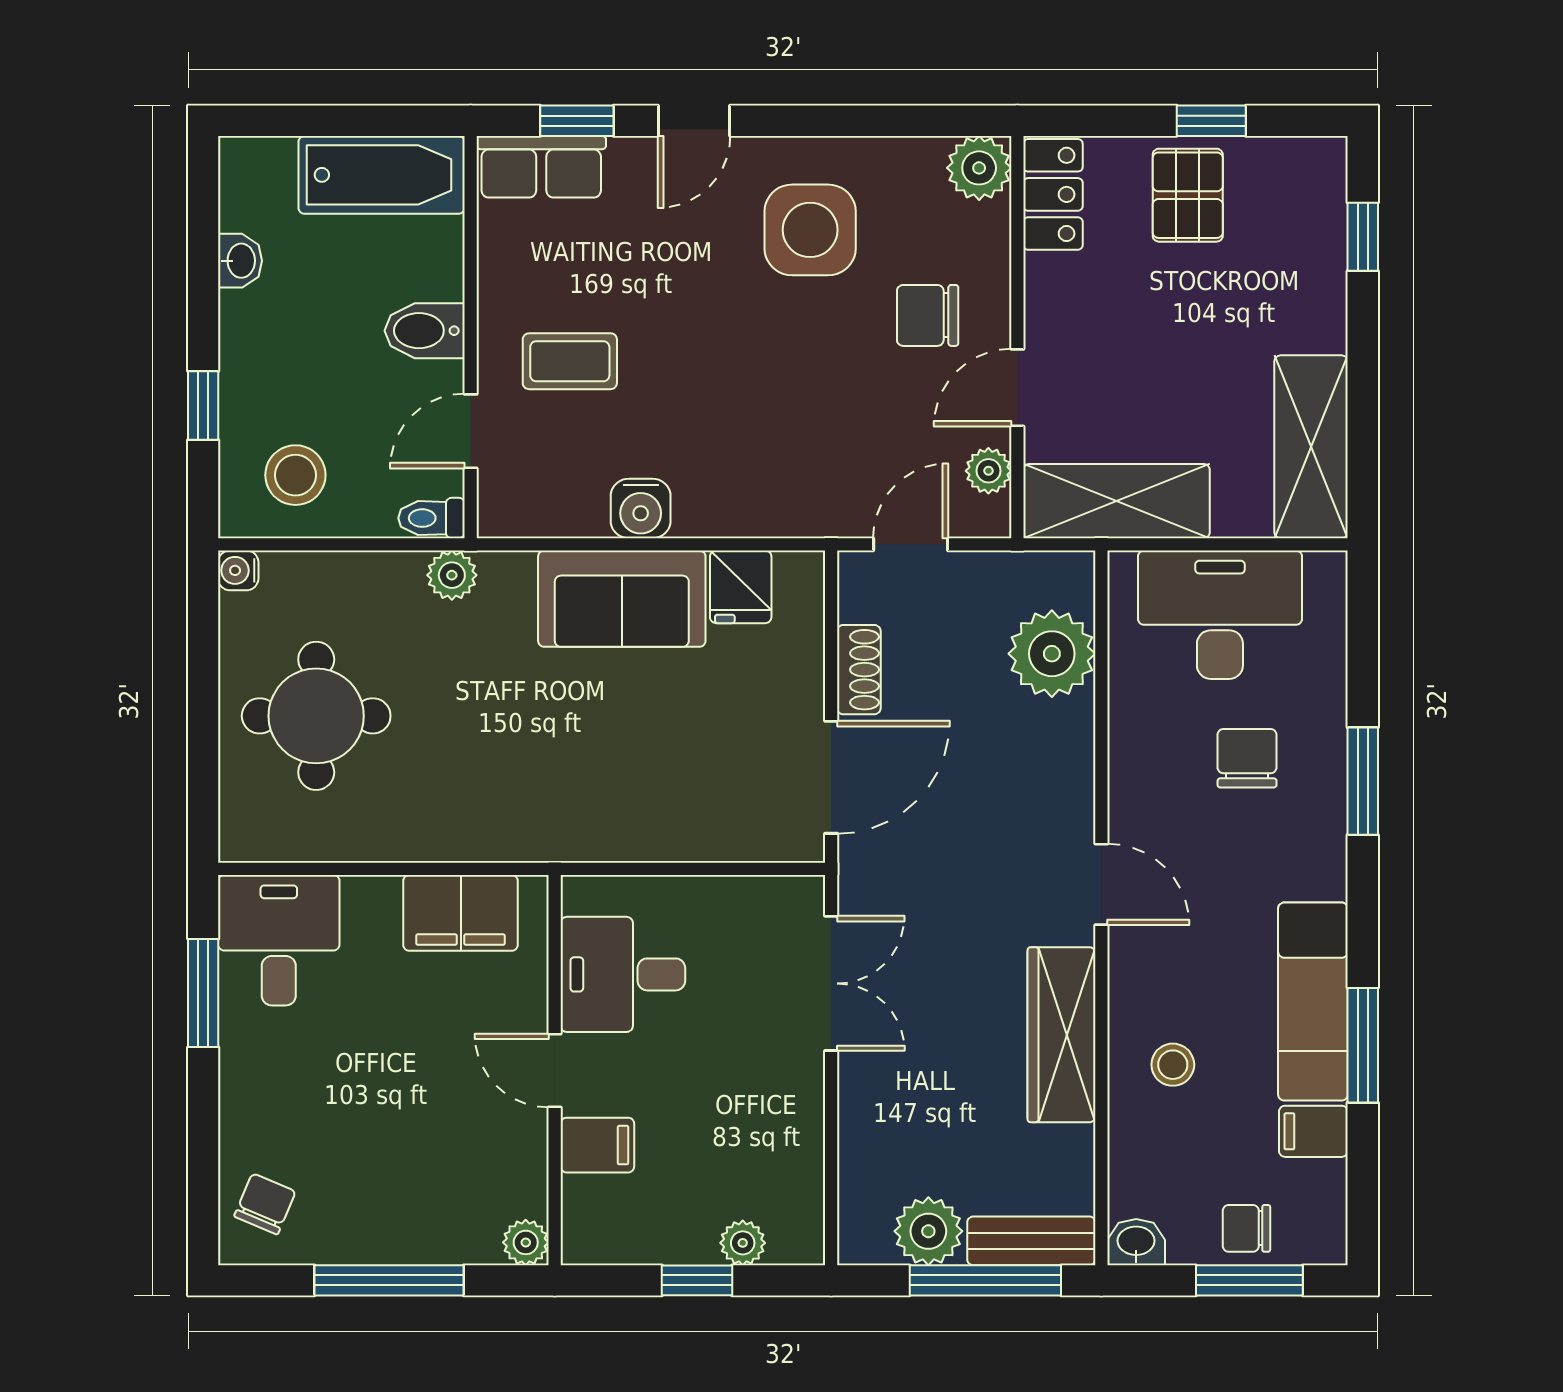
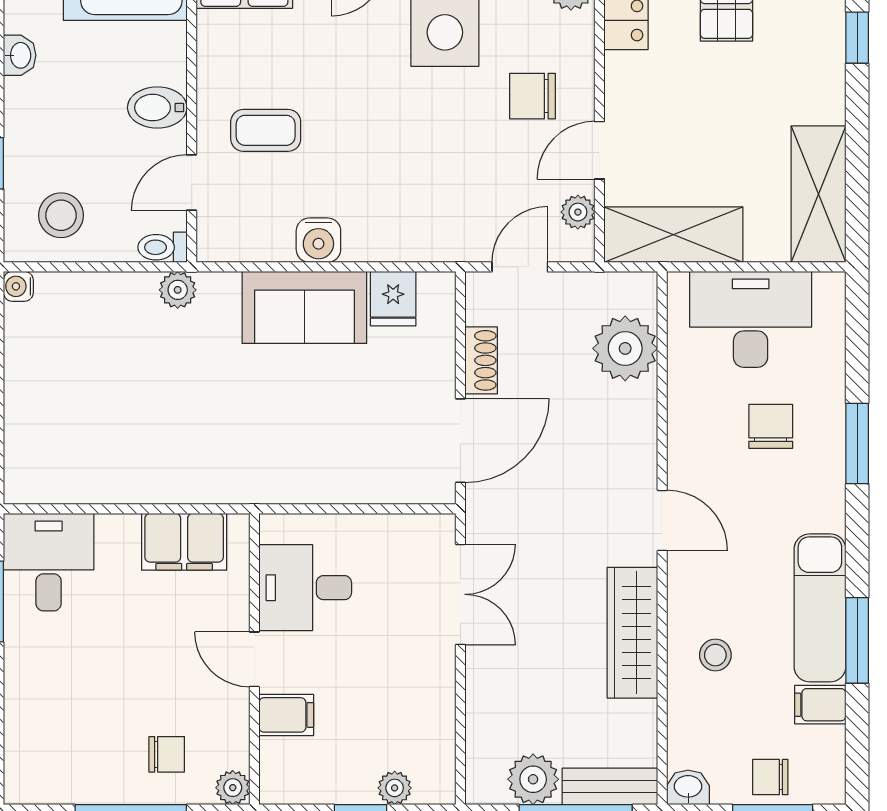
round table: (316, 716) -> (76, 395), removed
chair: (265, 1204) -> (167, 754), moved, turned 67

